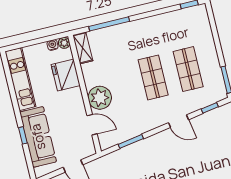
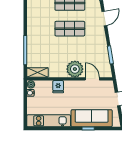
fridge: (66, 75) -> (58, 87), width x0.53, depth x0.75
door: (92, 125) -> (92, 79), hinge flipped

